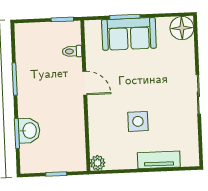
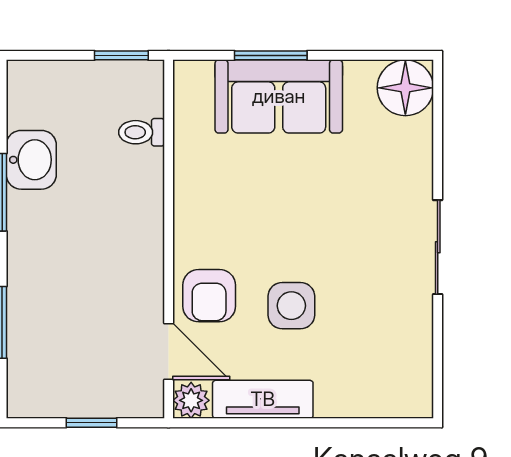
door: (85, 83) -> (169, 352), moved
armchair: (103, 119) -> (209, 296), added
washbasin: (29, 131) -> (31, 160), moved
tv unit: (159, 160) -> (263, 399), moved

